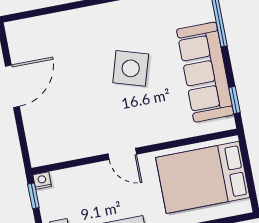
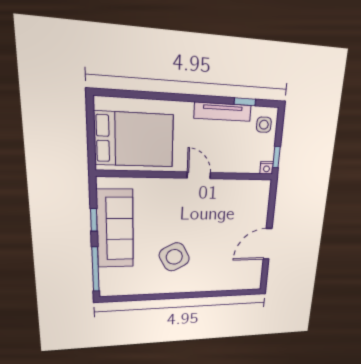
side table: (131, 68) -> (174, 257), moved, turned 45
window: (234, 100) -> (94, 220), moved

